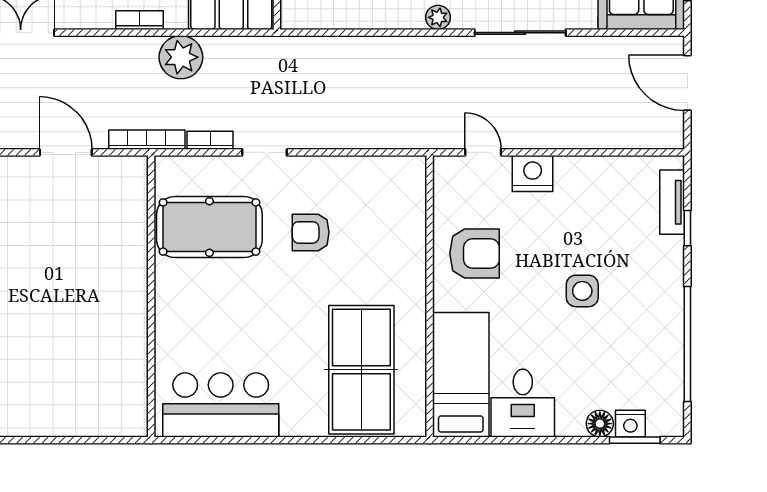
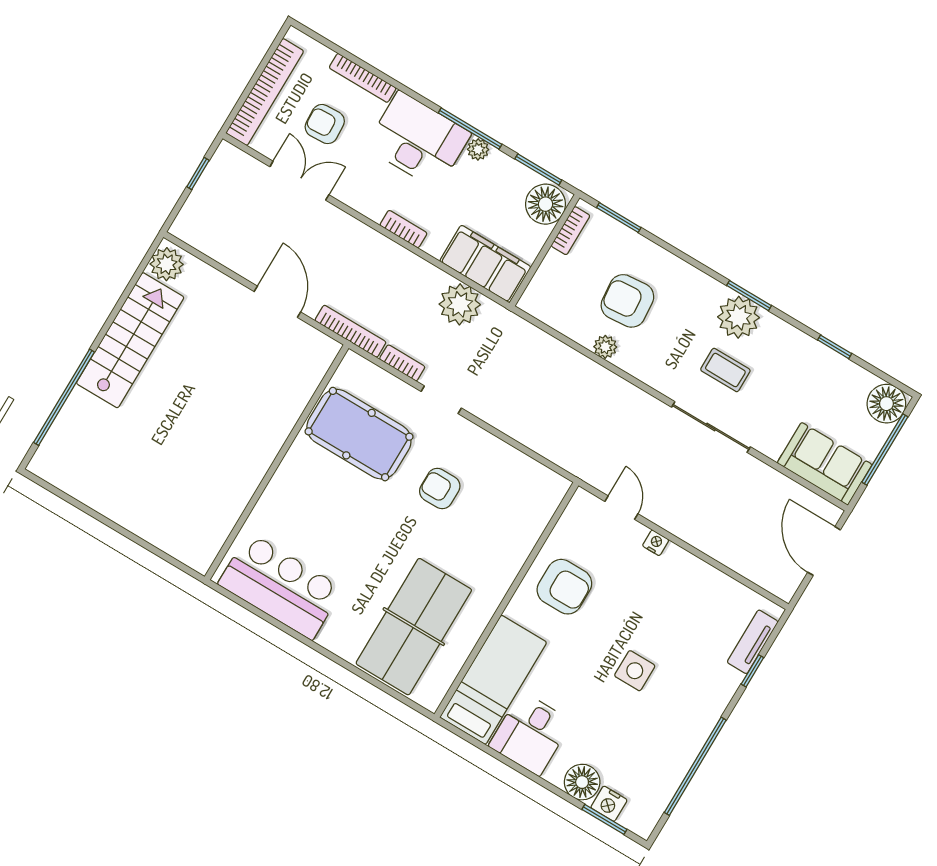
plant: (438, 17) -> (605, 347), moved
plant: (181, 57) -> (460, 304), moved
nightstand: (533, 173) -> (656, 543), width x0.53, depth x0.56
floor lamp: (600, 424) -> (582, 782), width x1.38, depth x1.38

